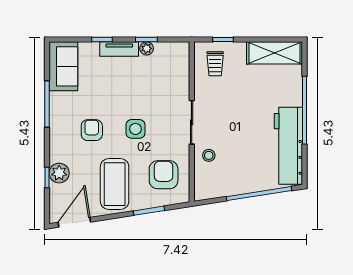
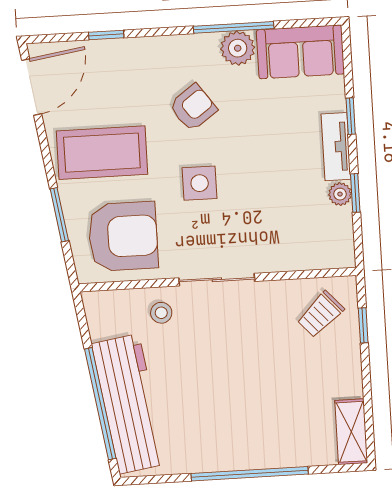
shelving: (275, 53) -> (351, 432), width x0.67, depth x0.75
trolley: (215, 64) -> (321, 314), turned -42
armchair: (92, 130) -> (193, 108), turned -36
workbench: (288, 146) -> (129, 404), moved, turned 81
plant: (59, 173) -> (238, 48), moved
armchair: (164, 175) -> (123, 236), width x1.36, depth x1.36
door: (74, 222) -> (32, 87), hinge flipped

